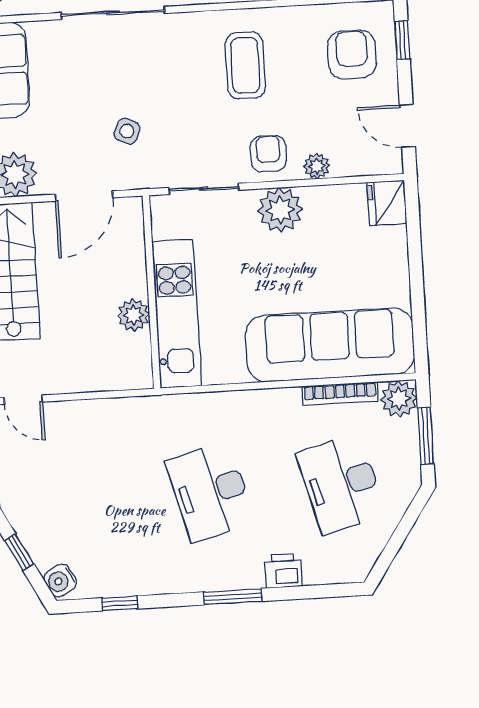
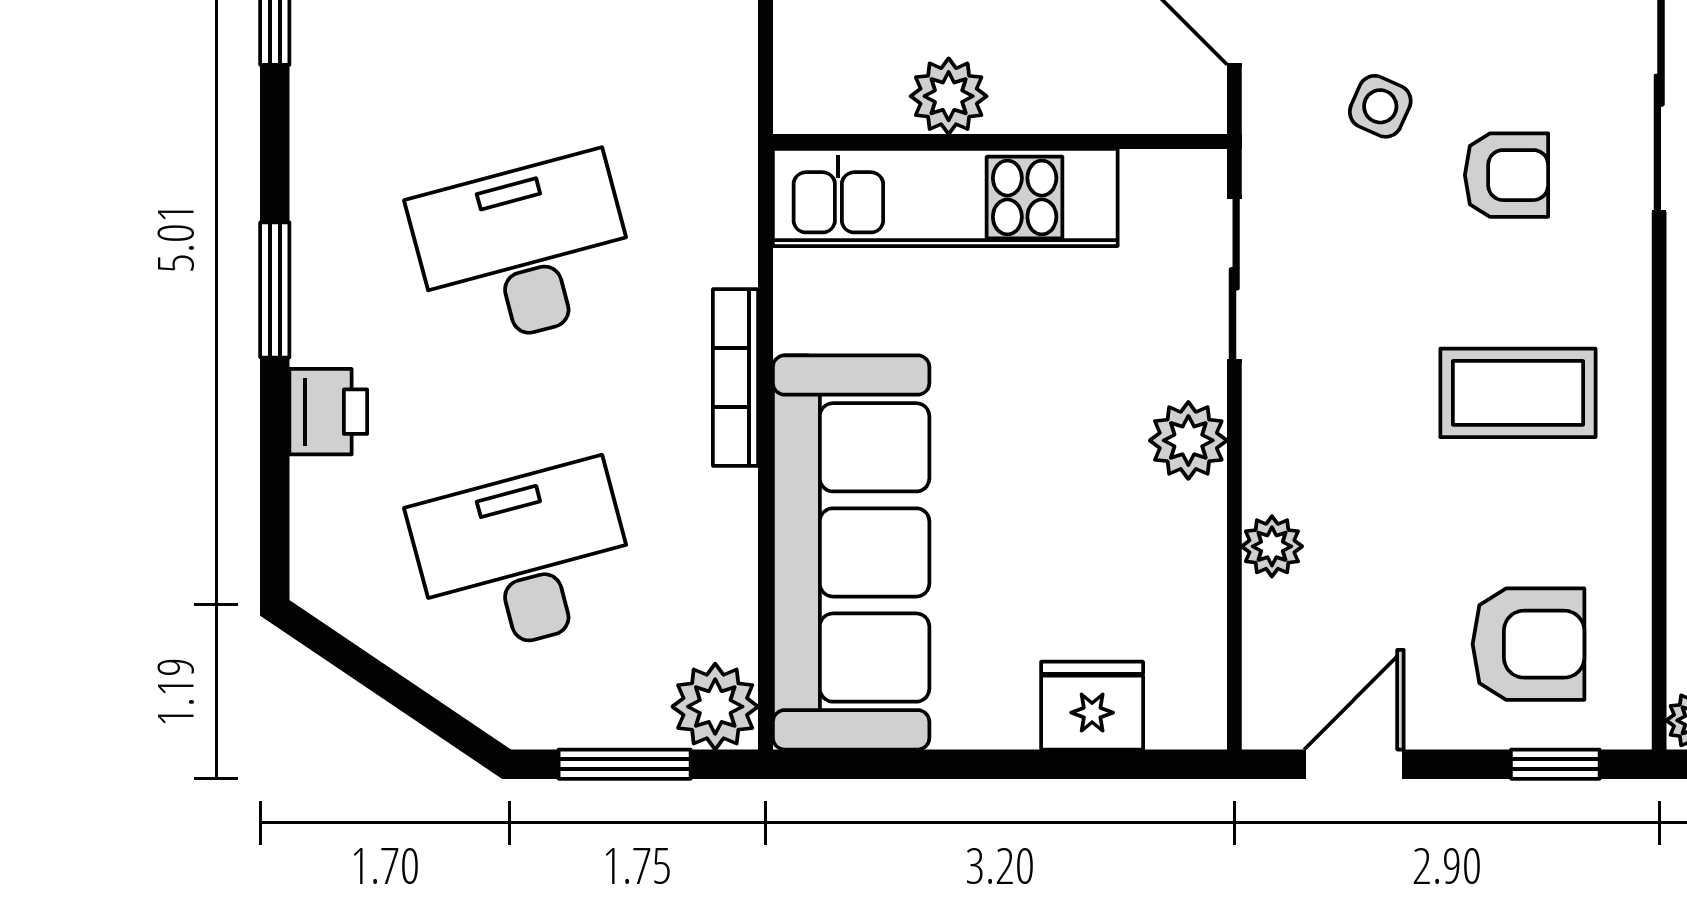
armchair: (268, 154) -> (1506, 175), moved
fridge: (387, 203) -> (1092, 706), moved
plant: (280, 210) -> (1188, 440), width x0.73, depth x0.73
bookcase: (340, 394) -> (736, 377), moved

